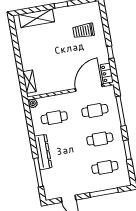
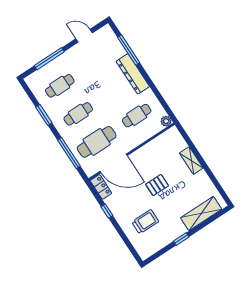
pallet: (62, 56) -> (157, 185), added
shelving: (29, 82) -> (191, 161), moved
door: (89, 88) -> (114, 163), hinge flipped
cafe table: (95, 111) -> (97, 142), width x1.37, depth x1.35

